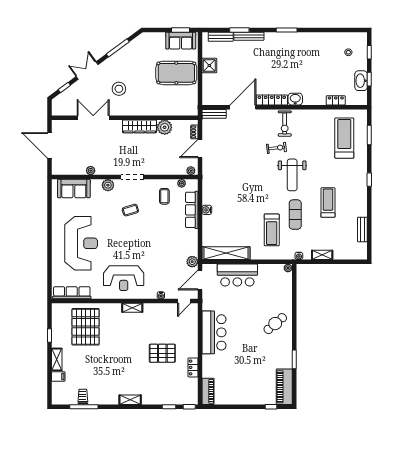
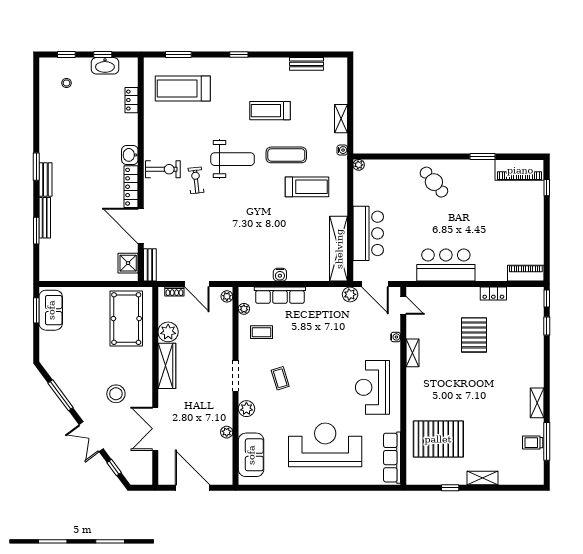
bench: (221, 37) -> (45, 179), moved
shower: (209, 66) -> (128, 263), moved
pool table: (176, 73) -> (126, 319), moved
door: (50, 145) -> (193, 488), swing flipped
reception desk: (124, 278) -> (372, 387), turned 180
shelving: (132, 308) -> (413, 353), moved
filing cabinet: (58, 376) -> (506, 476), removed
shelving: (130, 400) -> (537, 403), moved

